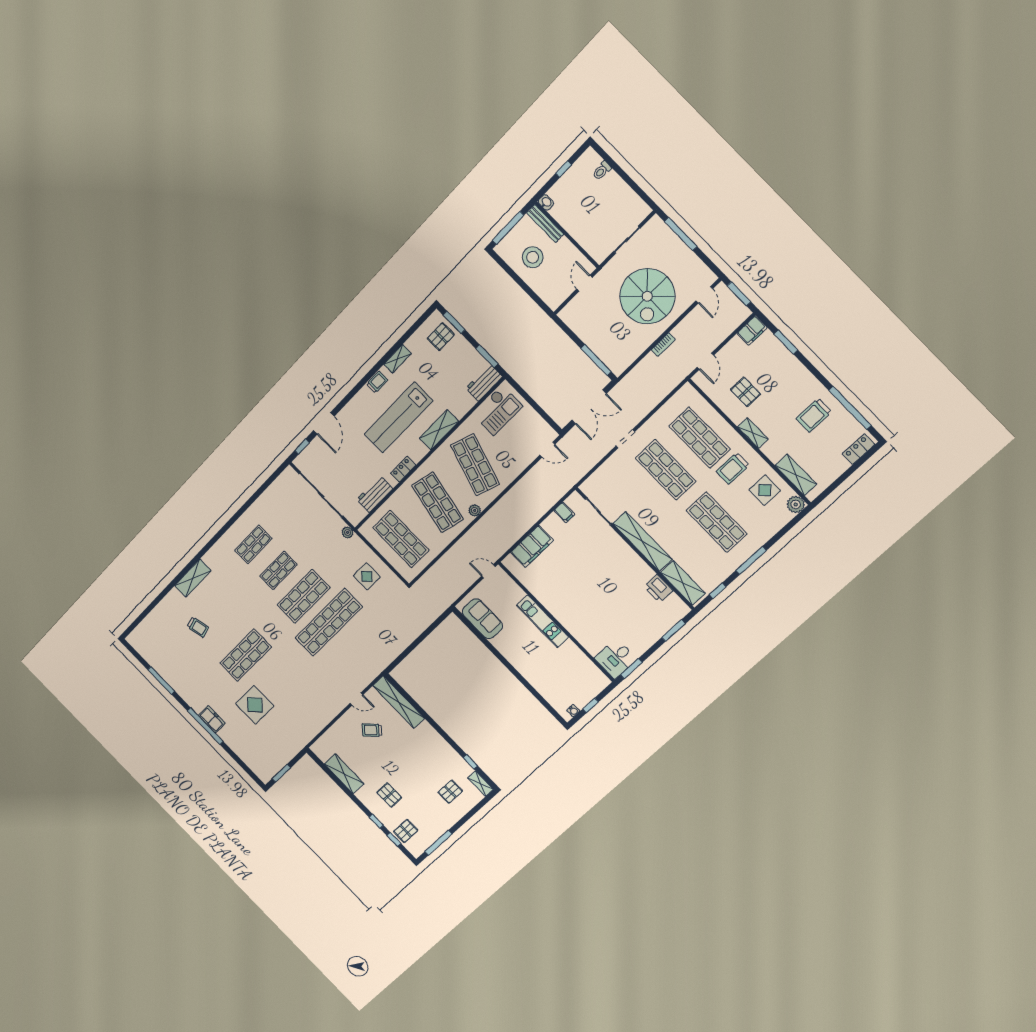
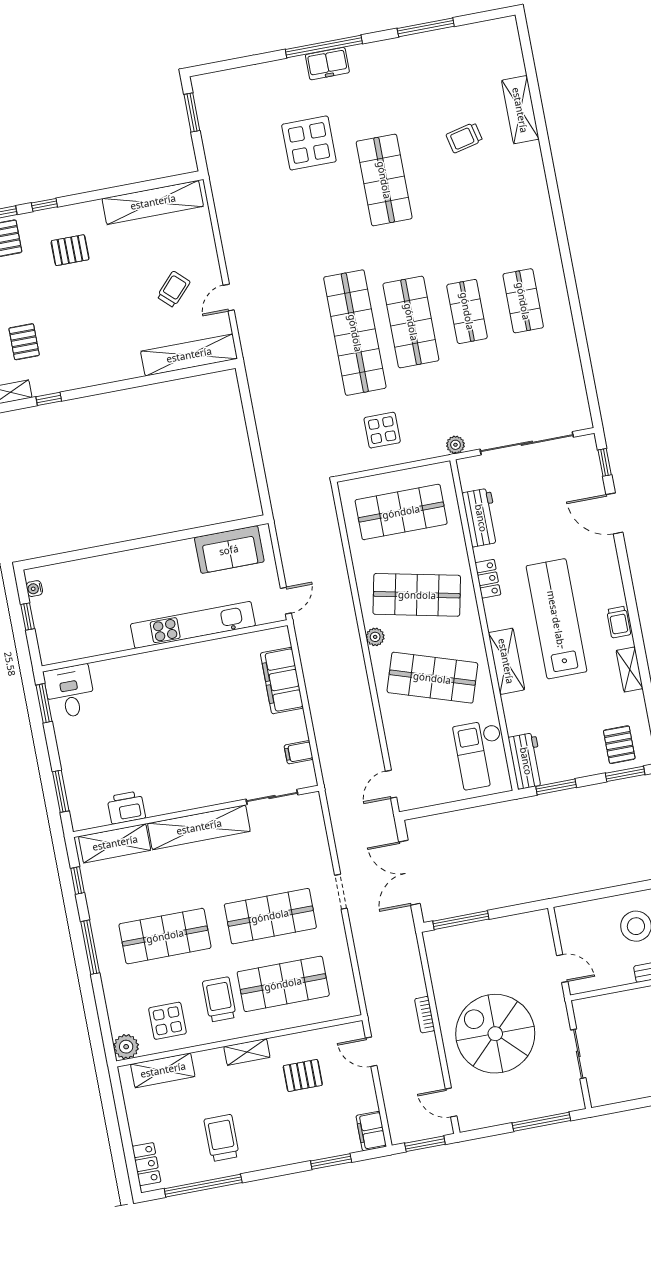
shelving: (193, 578) -> (520, 110), moved
kitchen unit: (543, 621) -> (193, 625), width x1.36
shelving: (344, 774) -> (153, 202), width x1.47

